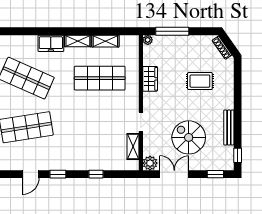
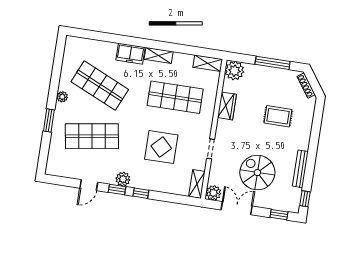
window: (172, 31) -> (273, 63), moved
plant: (148, 40) -> (234, 71), width x1.87, depth x1.87
shelving: (105, 41) -> (208, 63), moved
display table: (94, 127) -> (161, 147), added
shelving: (133, 147) -> (197, 184), moved
plant: (62, 163) -> (123, 179), added
window: (96, 174) -> (141, 193), moved

